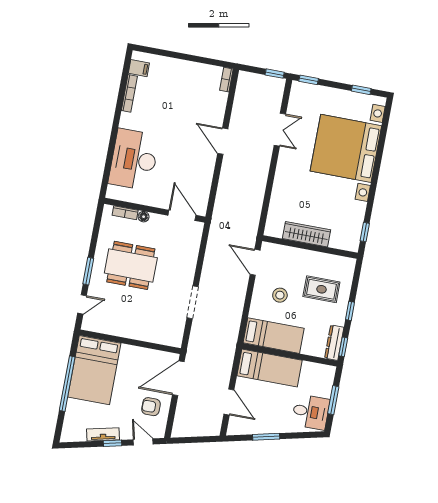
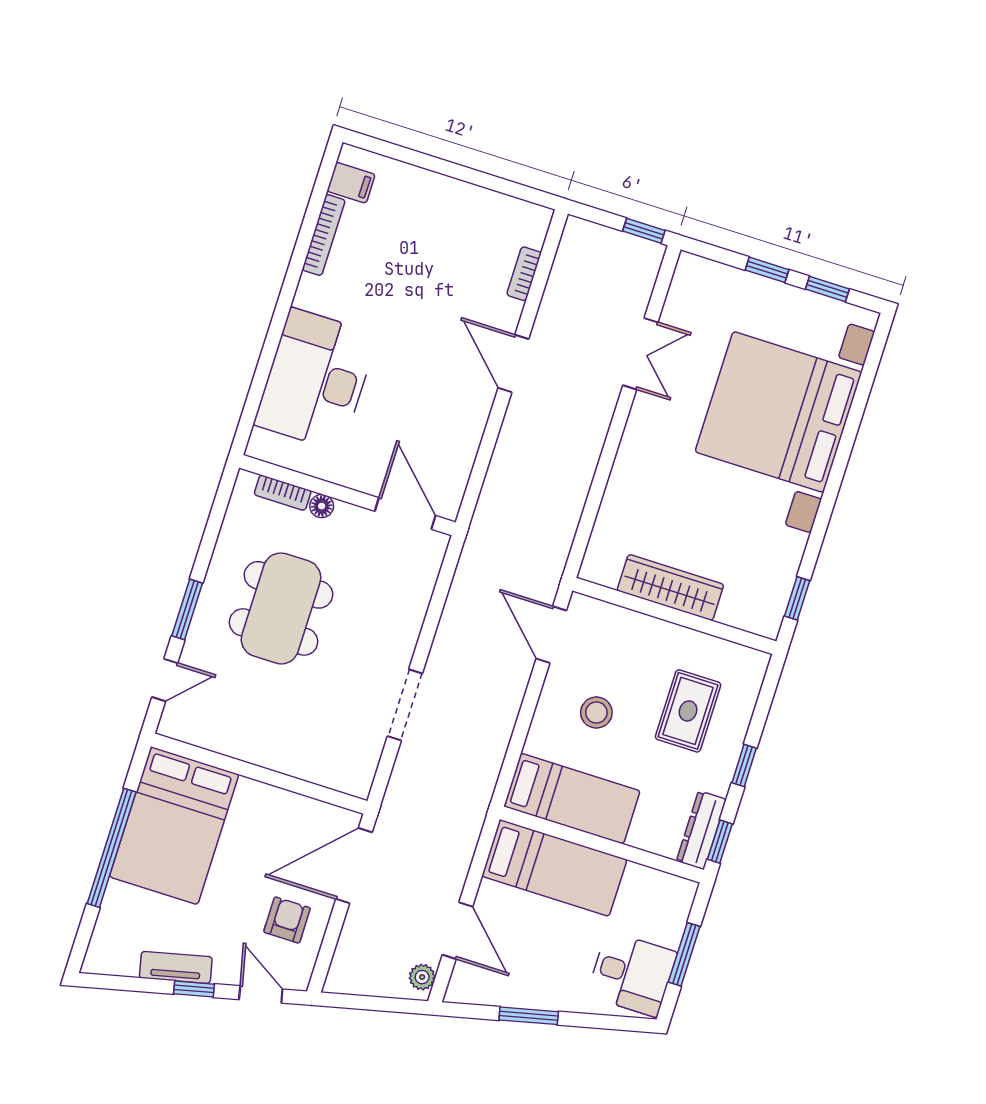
bookcase: (226, 80) -> (524, 274), moved
window: (309, 80) -> (767, 270), moved
dining table: (131, 265) -> (281, 608), turned 90
rug: (321, 289) -> (688, 711), turned 90
armchair: (151, 407) -> (287, 920), turned 90
plant: (216, 425) -> (422, 977), added

